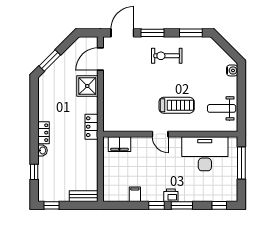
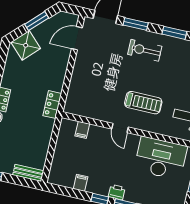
window: (50, 60) -> (37, 21), moved
shower: (87, 86) -> (26, 45), moved, turned 45
filing cabinet: (119, 144) -> (82, 130), width x0.50

